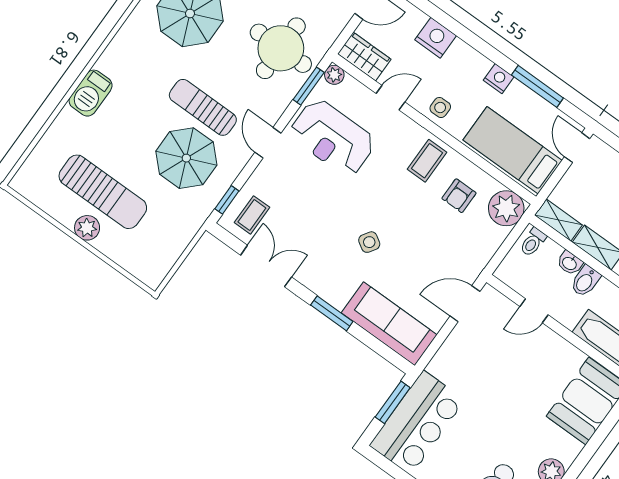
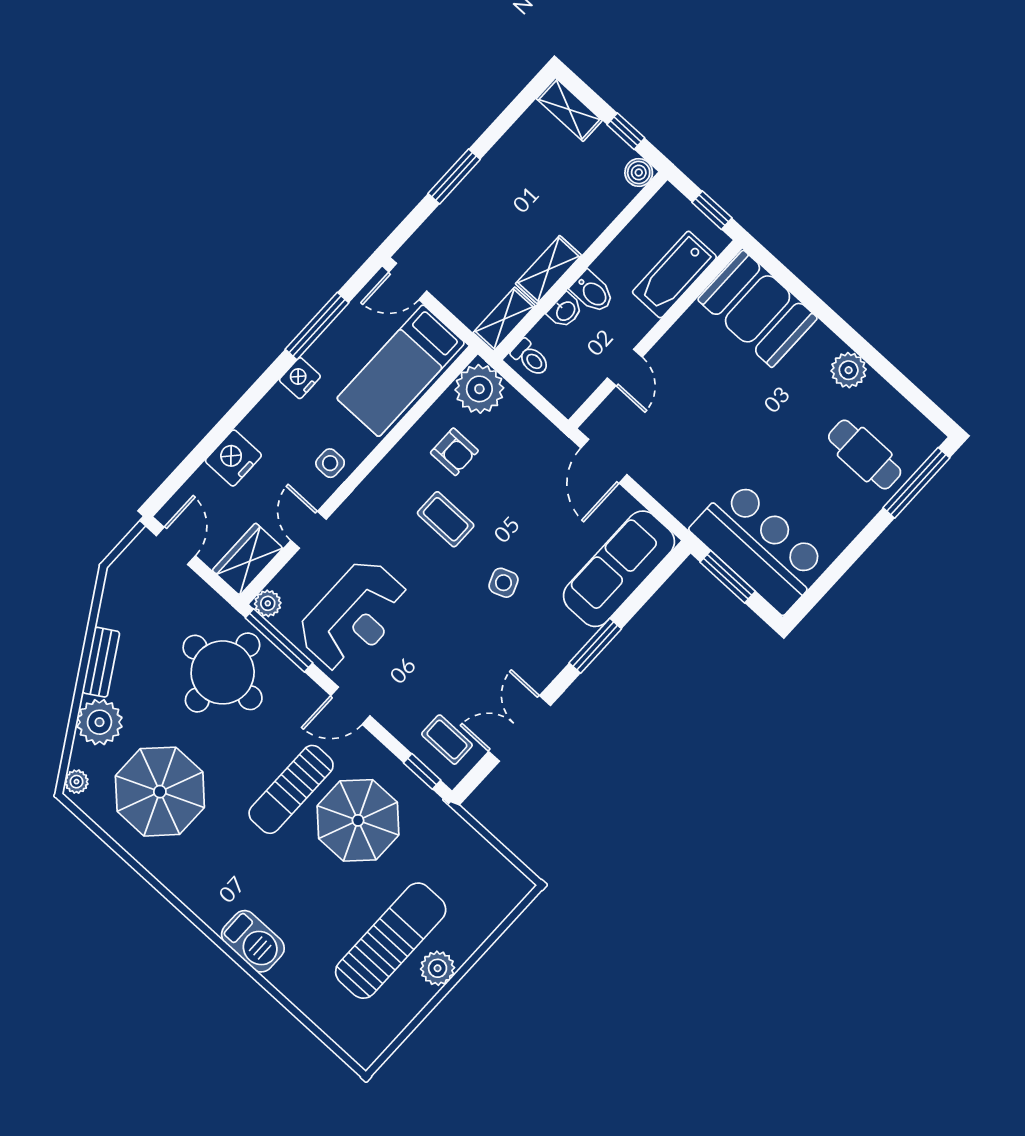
window: (309, 86) -> (279, 640), width x1.44
coffee table: (427, 161) -> (446, 519), moved
side table: (369, 242) -> (503, 583), turned 36

